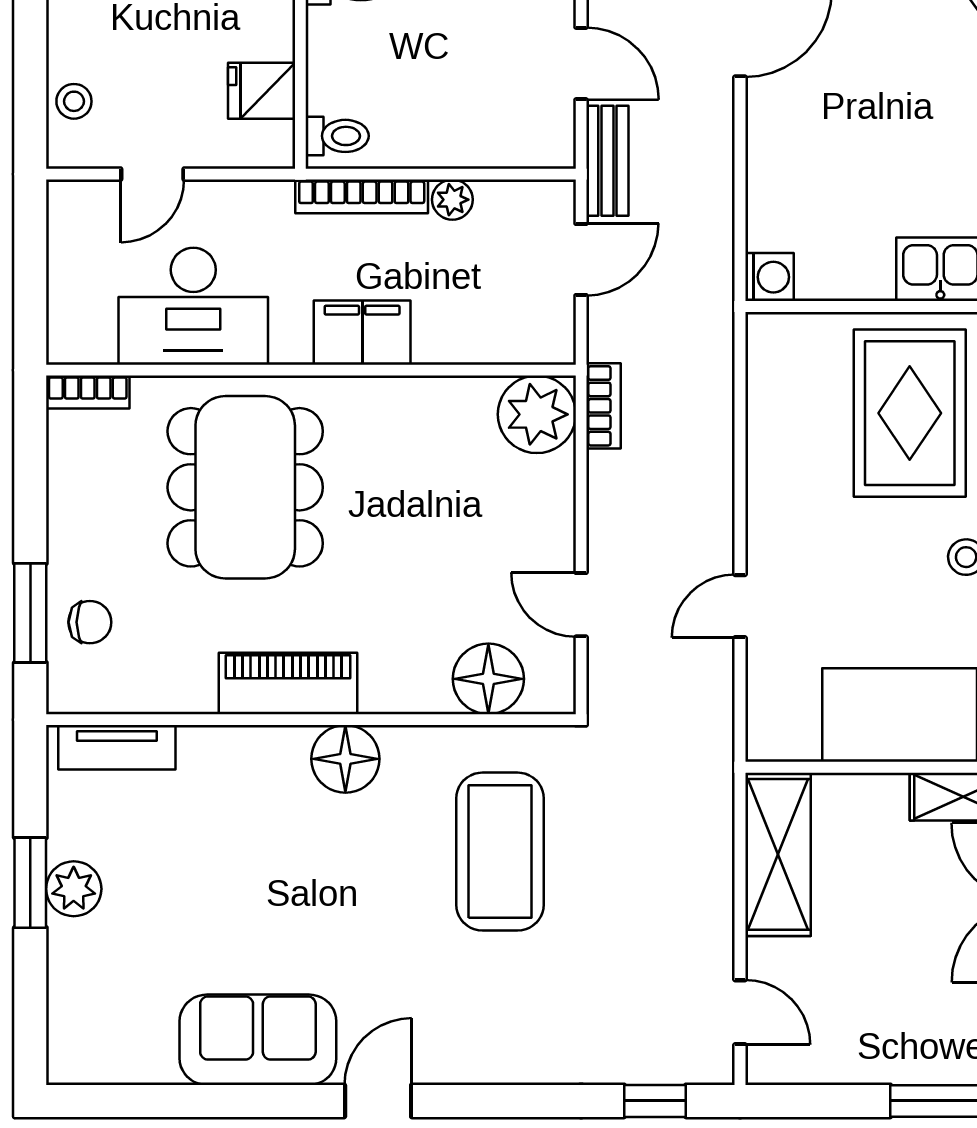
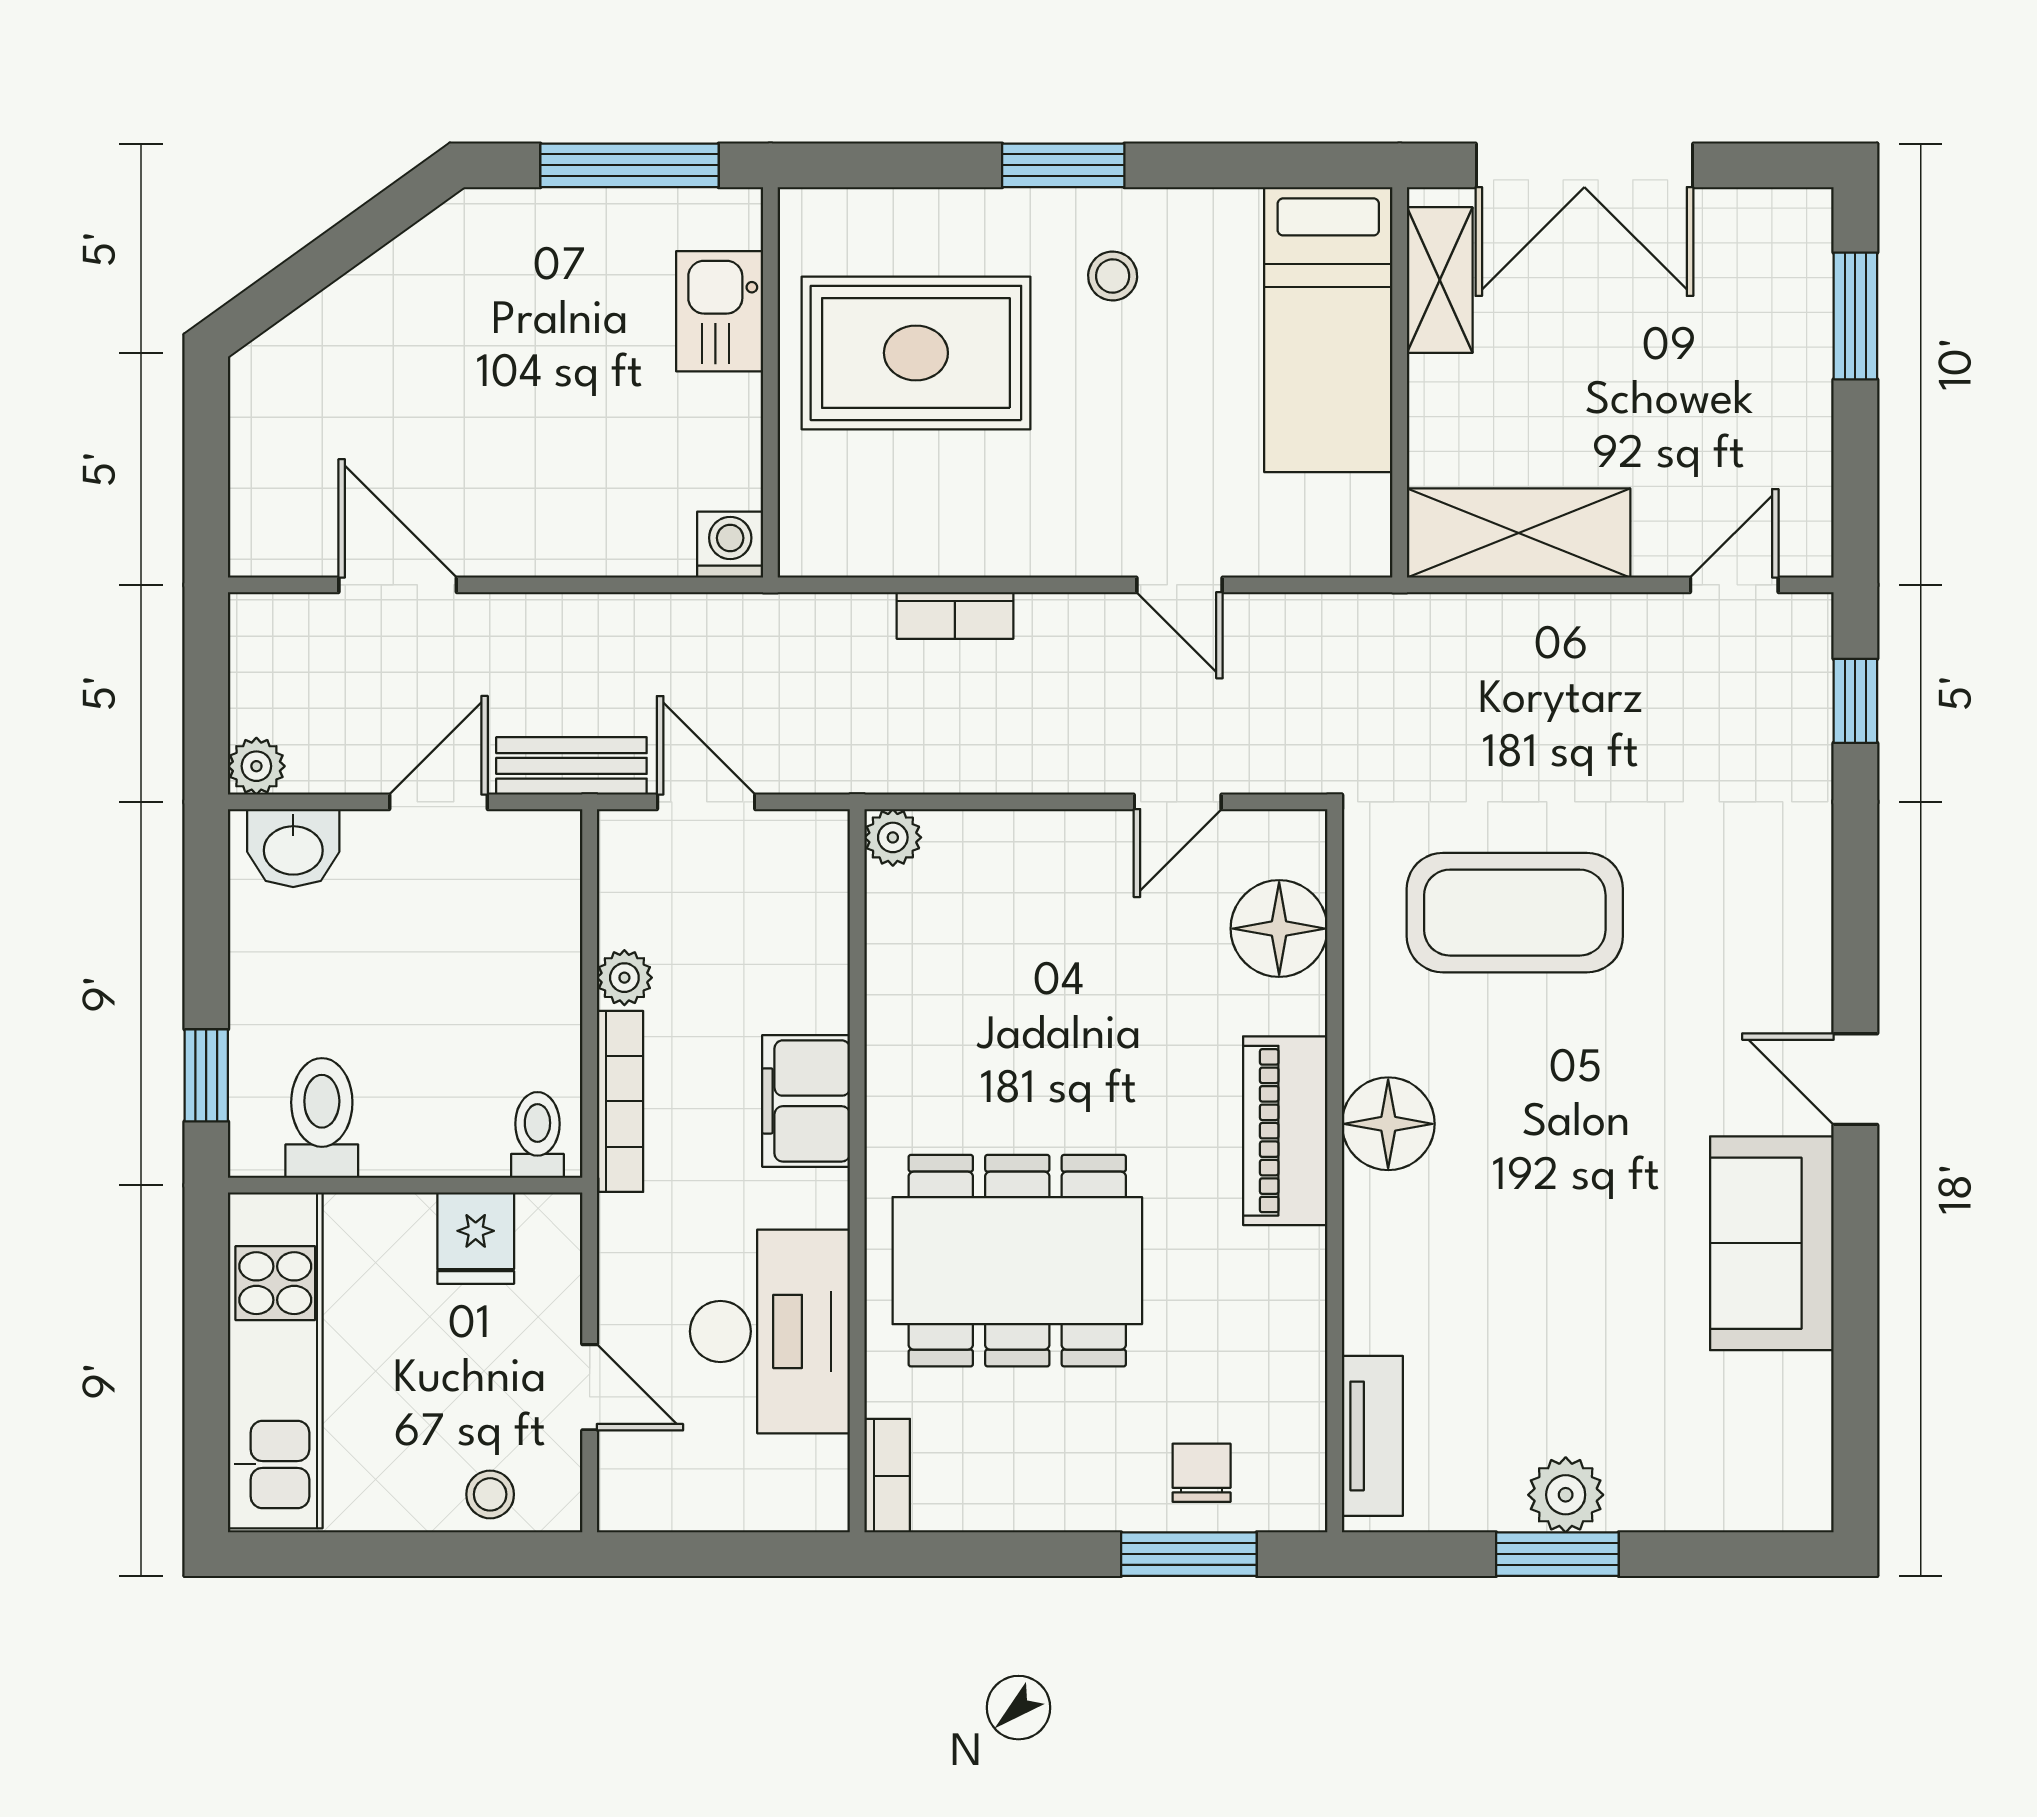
bookcase: (603, 406) -> (955, 615), moved, turned 180
plant: (537, 414) -> (893, 837), width x0.53, depth x0.53
piano: (288, 683) -> (1285, 1131), moved

